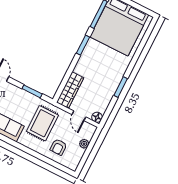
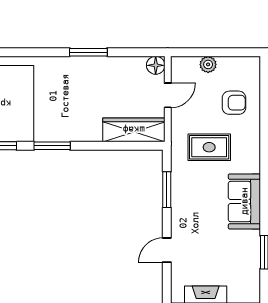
rug: (42, 123) -> (209, 147), width x0.73, depth x0.70

